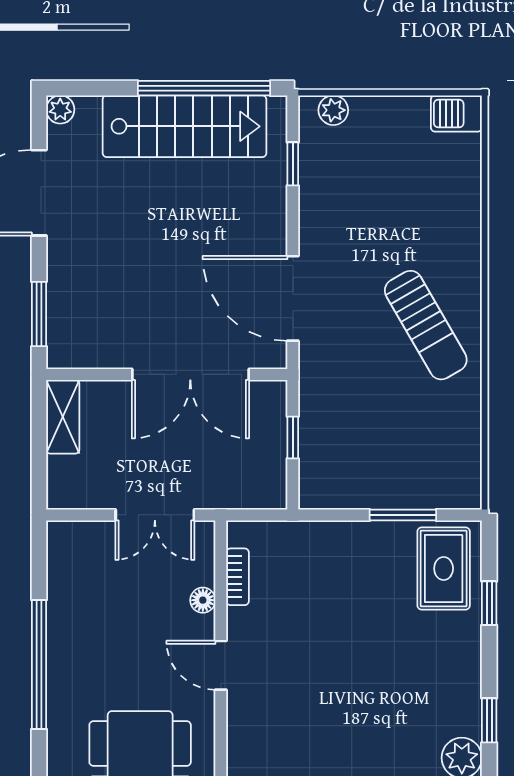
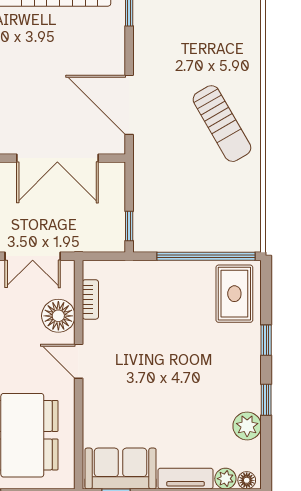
window: (293, 437) -> (129, 226), moved
window: (403, 515) -> (206, 256), width x2.11
floor lamp: (203, 600) -> (58, 316), width x1.89, depth x1.89
window: (489, 603) -> (266, 340), moved

